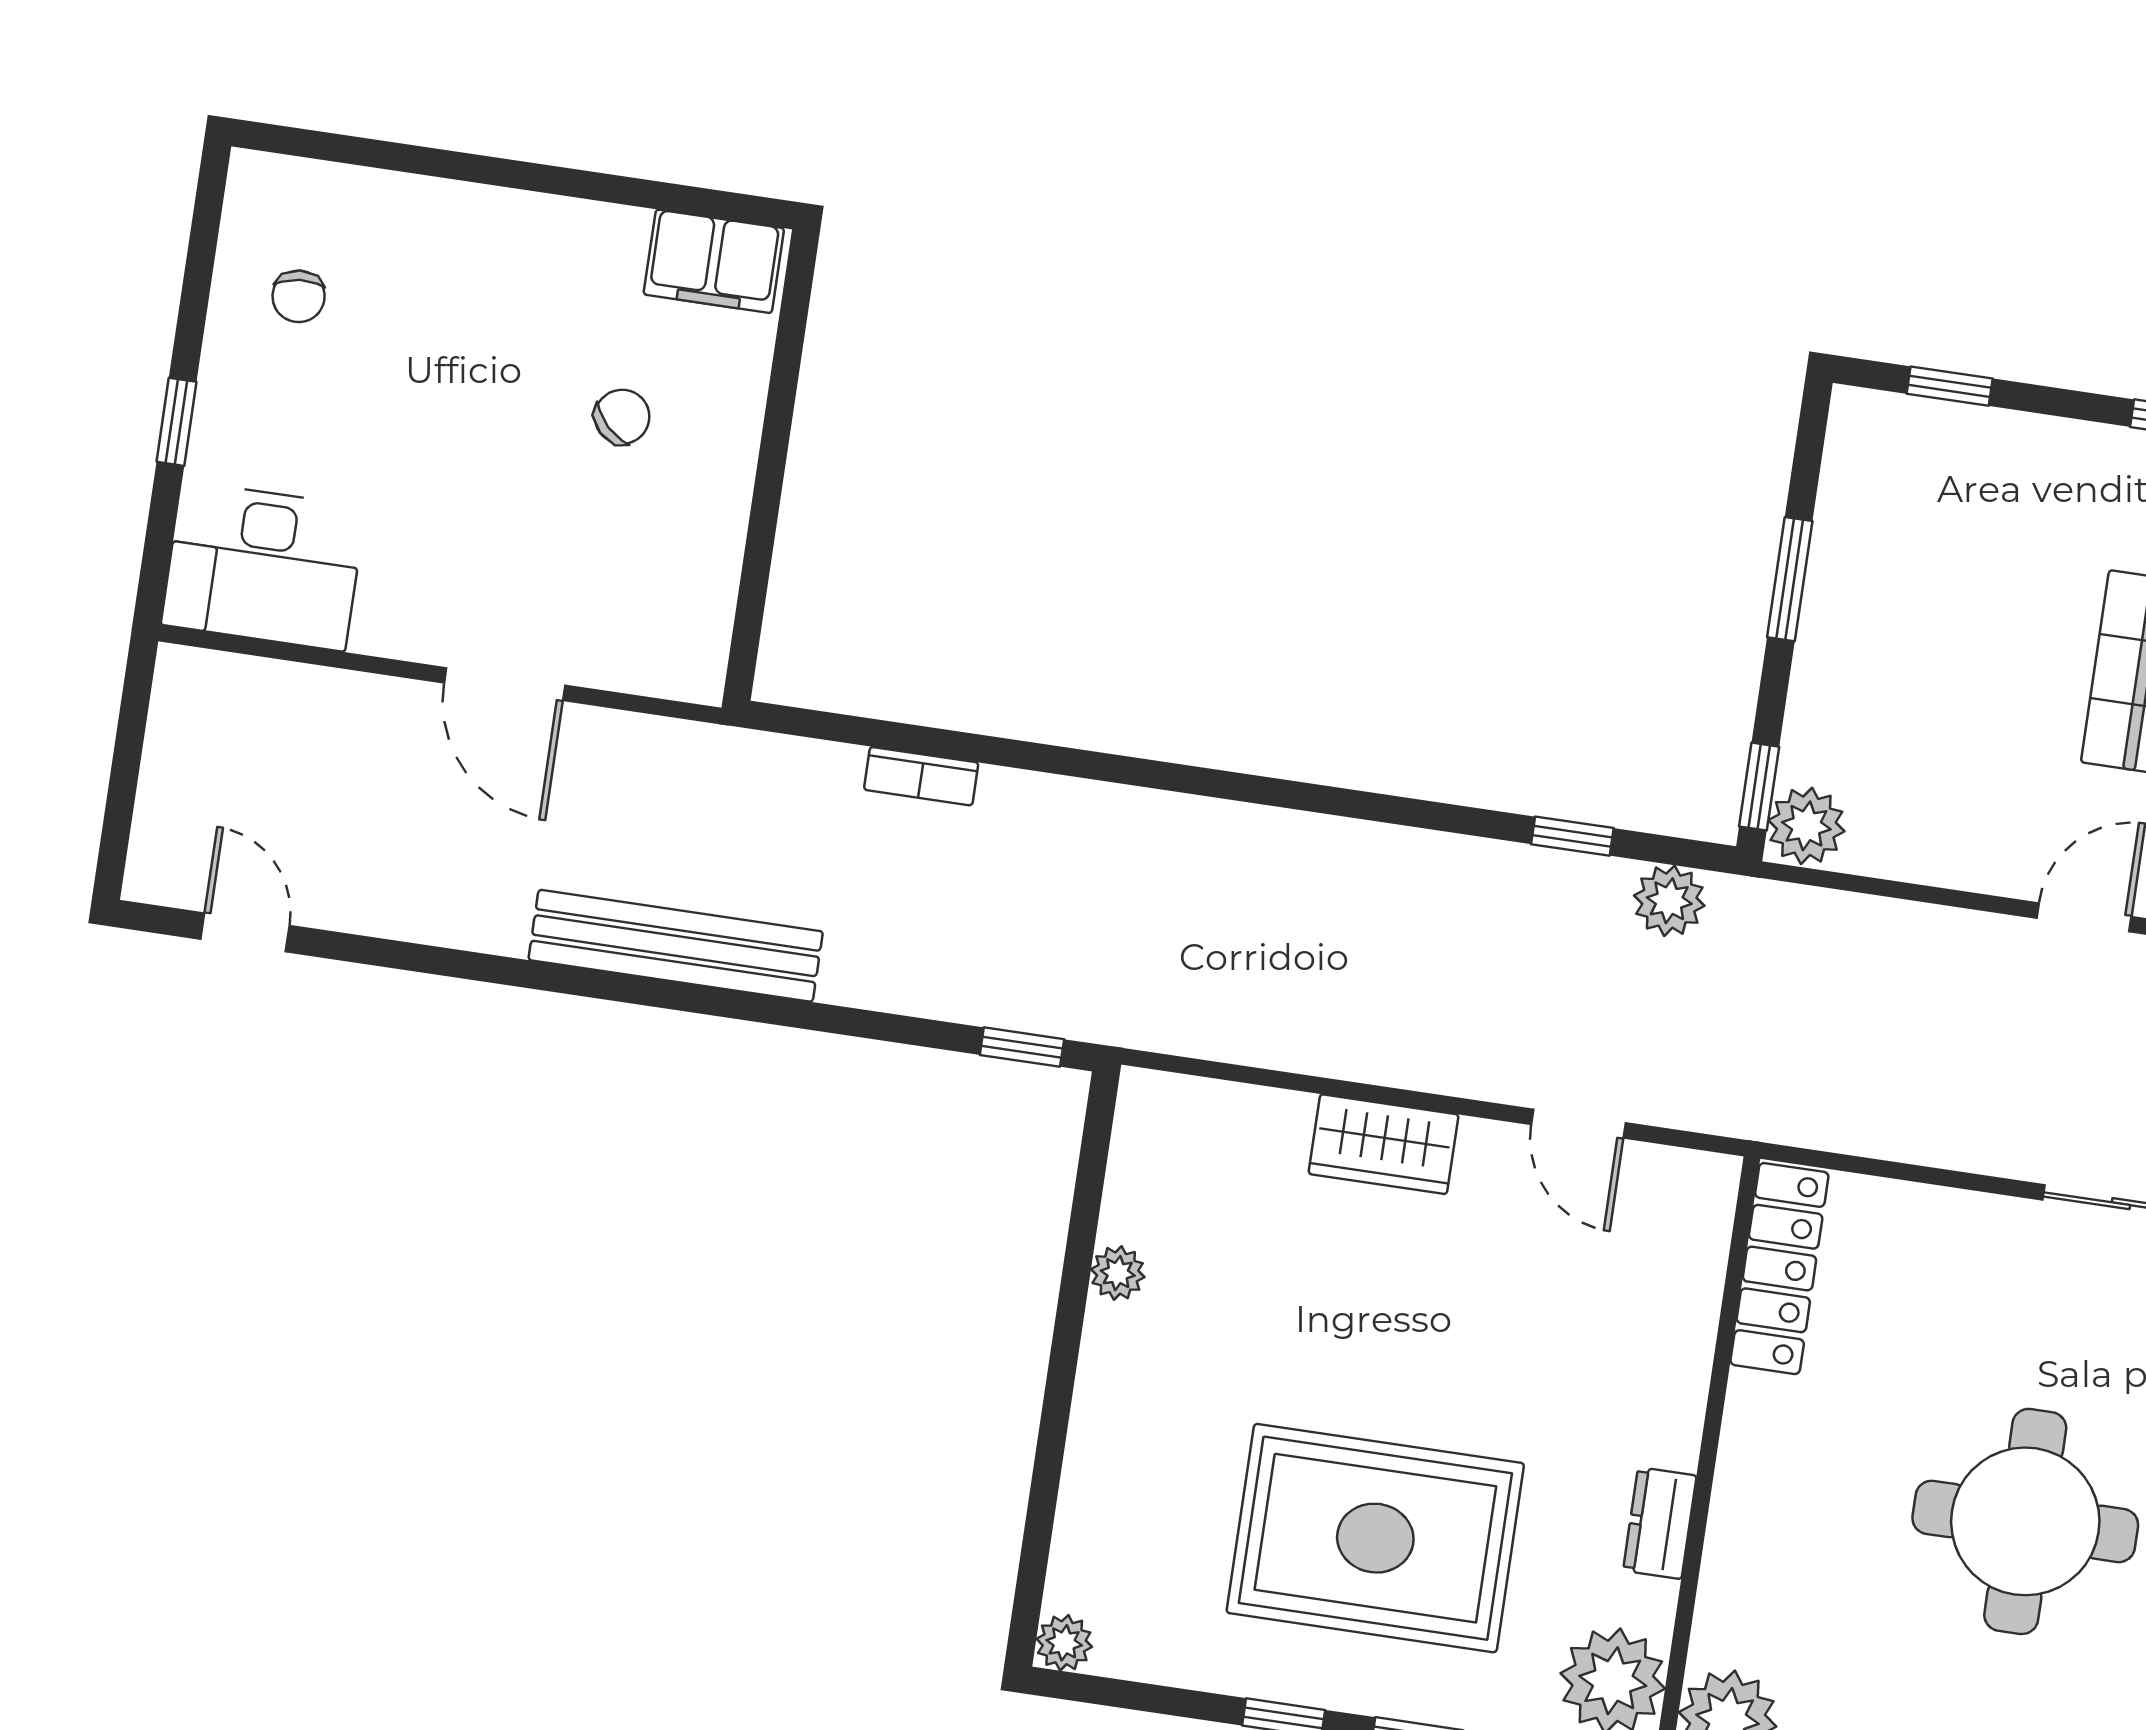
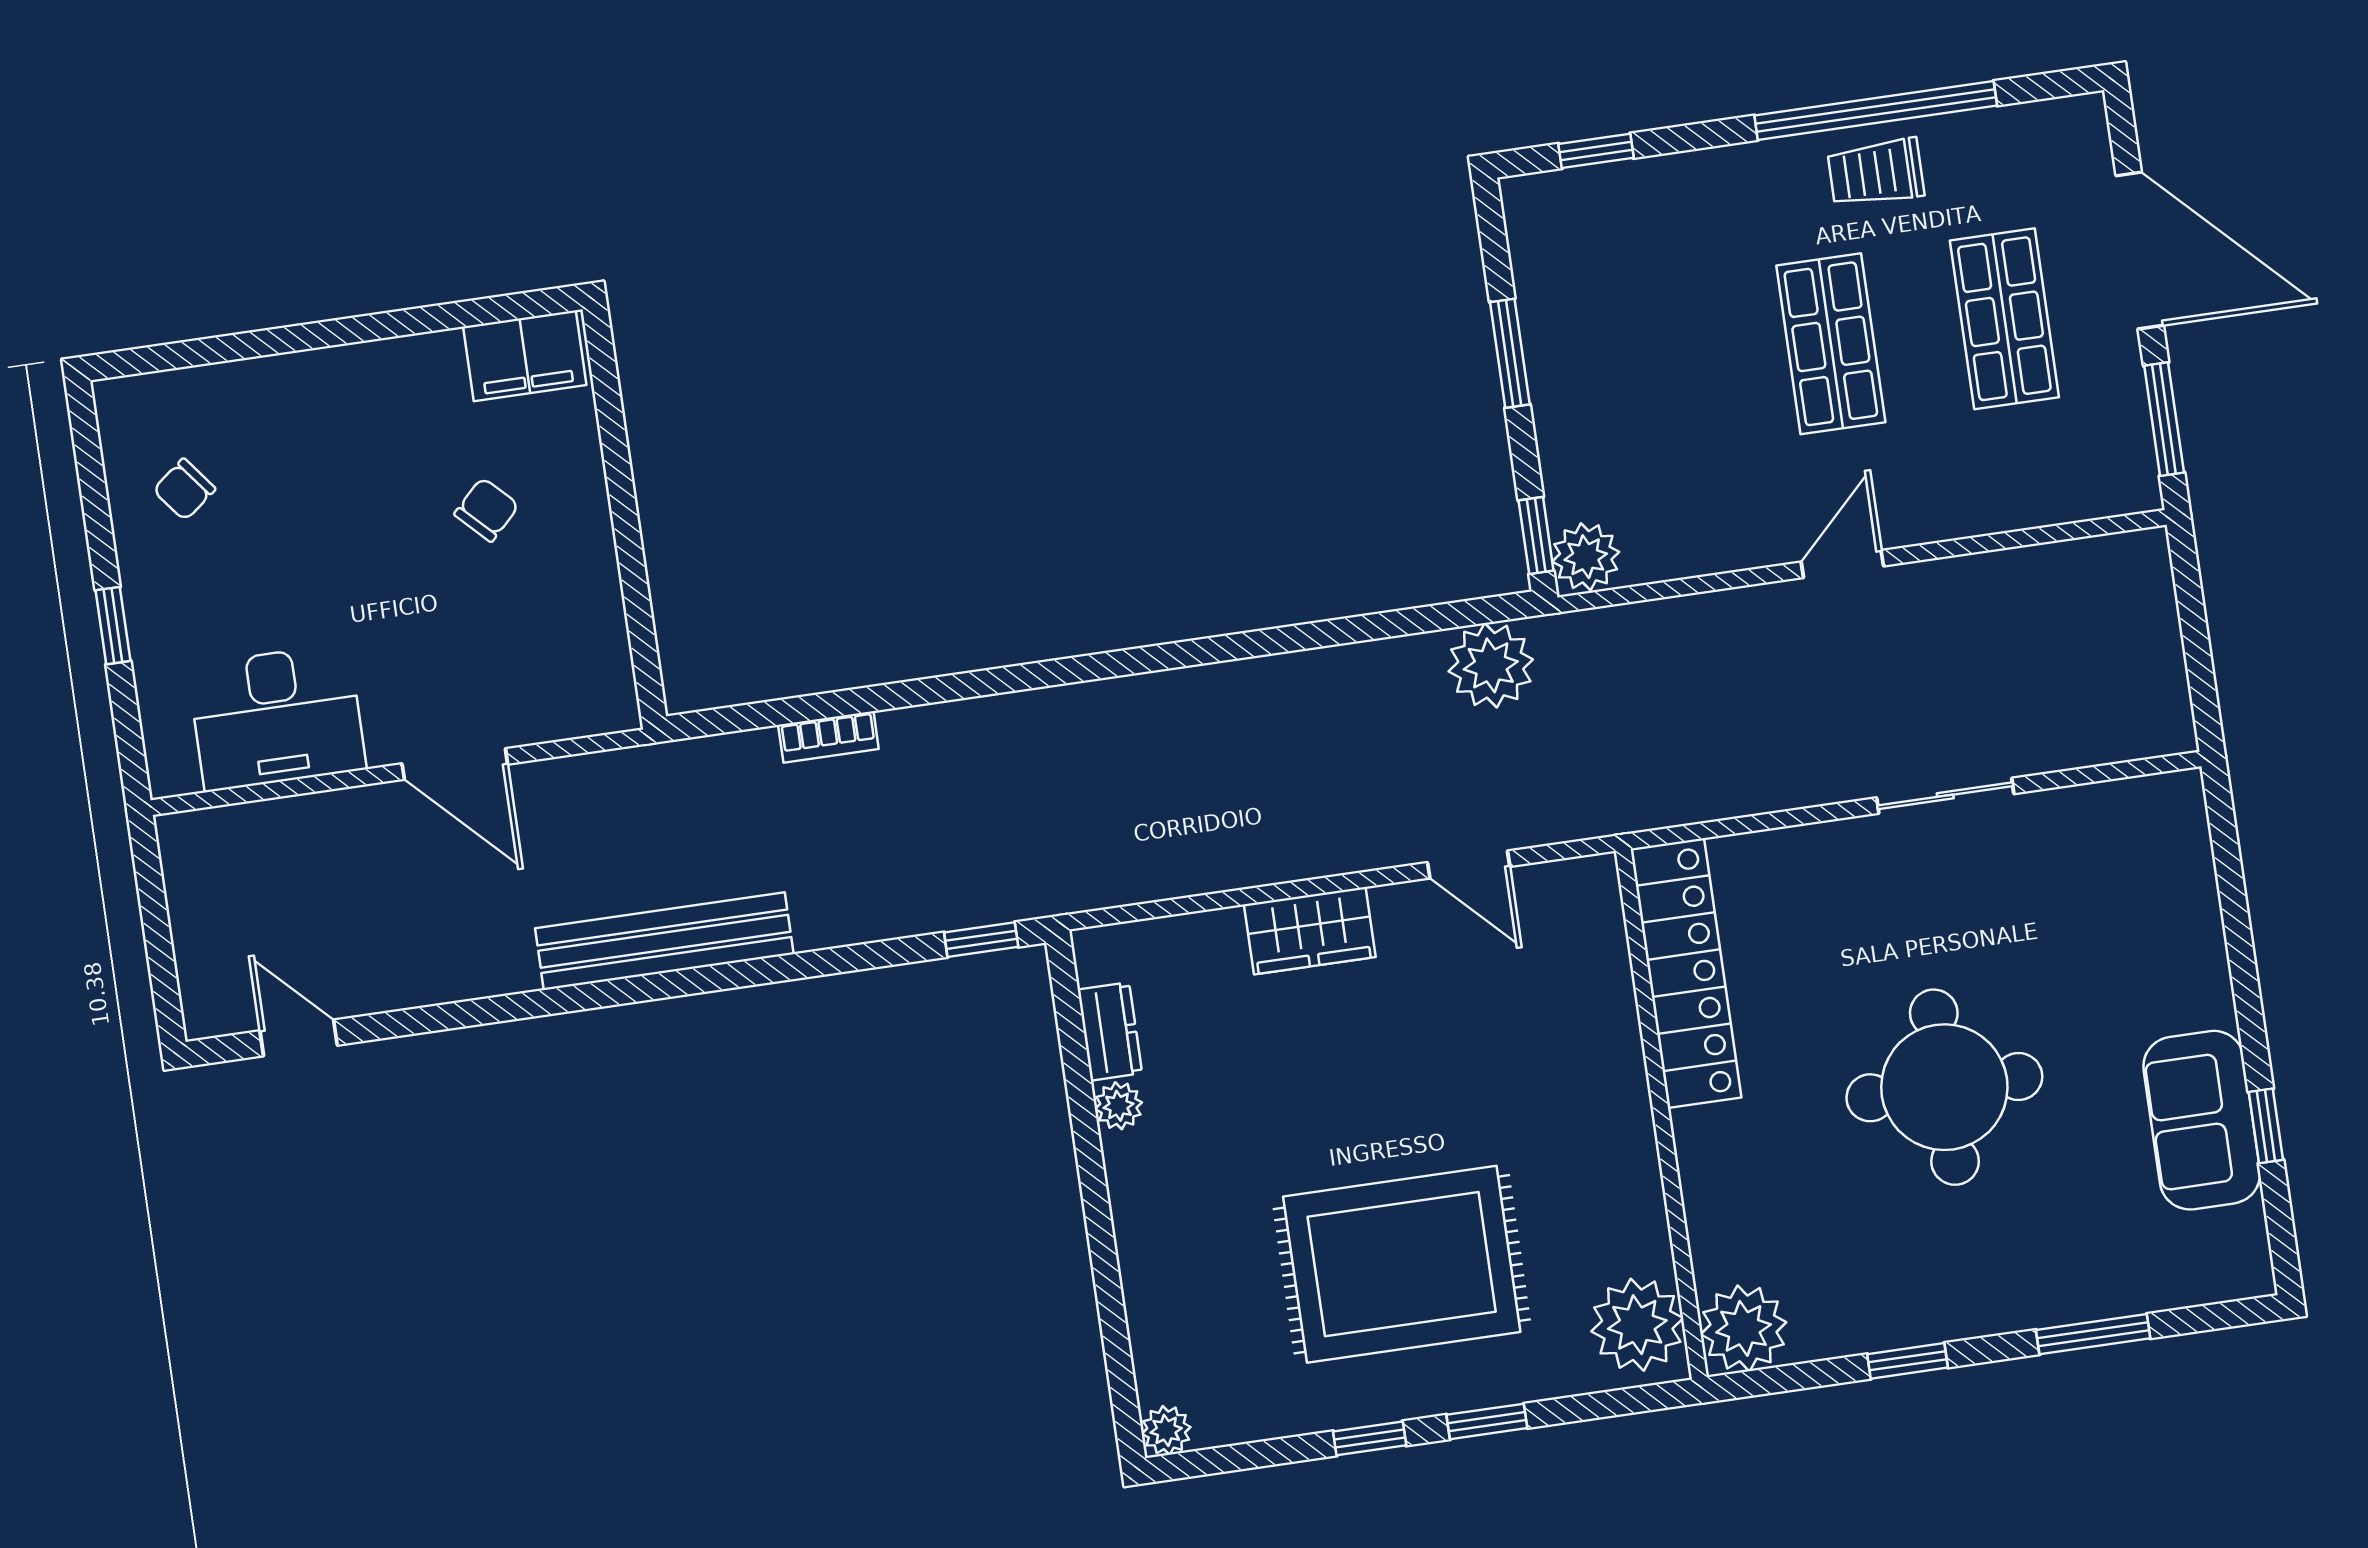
chair: (299, 296) -> (184, 489), turned 57
desk: (263, 566) -> (277, 717), moved
window: (1572, 836) -> (1391, 624), removed
plant: (1669, 901) -> (1491, 665), width x1.36, depth x1.36
locker: (1779, 1269) -> (1686, 973), width x1.41, depth x1.21
dresser: (1660, 1523) -> (1110, 1031), moved, turned 180

